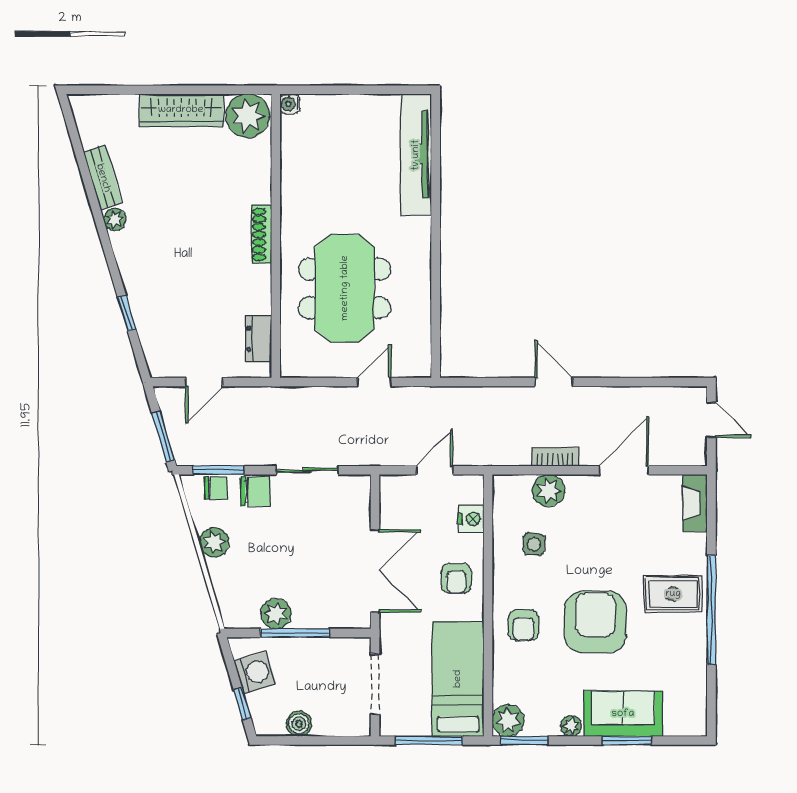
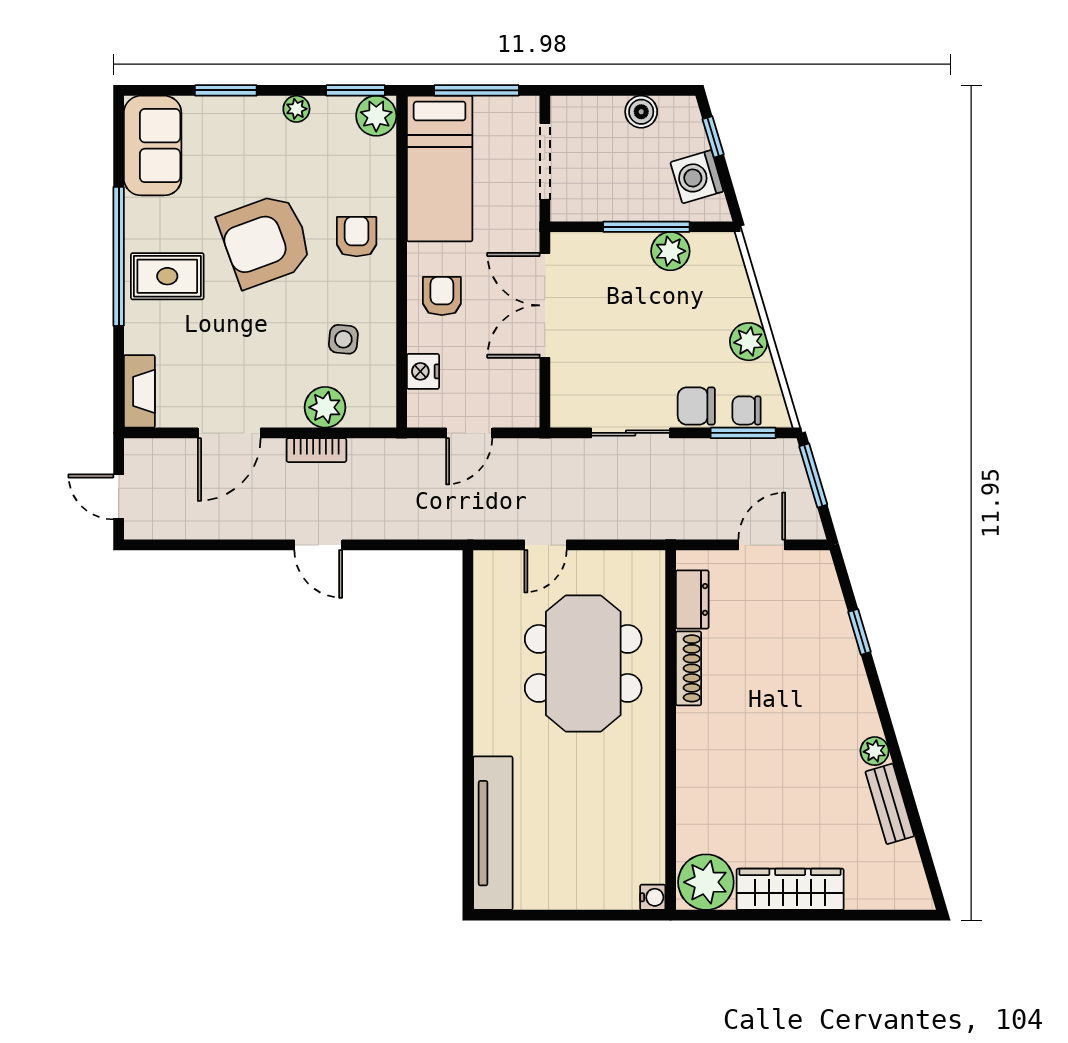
shoe rack: (262, 234) -> (689, 668), moved
armchair: (596, 622) -> (265, 241), turned 70
sofa: (623, 714) -> (153, 146), moved, turned -90

